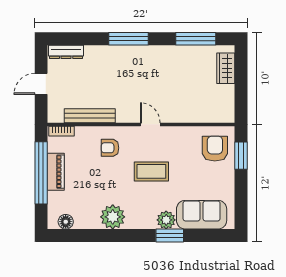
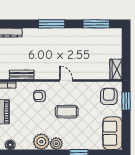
wardrobe: (226, 68) -> (116, 69), moved
bench: (90, 116) -> (22, 75), width x0.73
sofa: (202, 215) -> (112, 133), moved, turned -90
plant: (166, 220) -> (56, 144), moved

